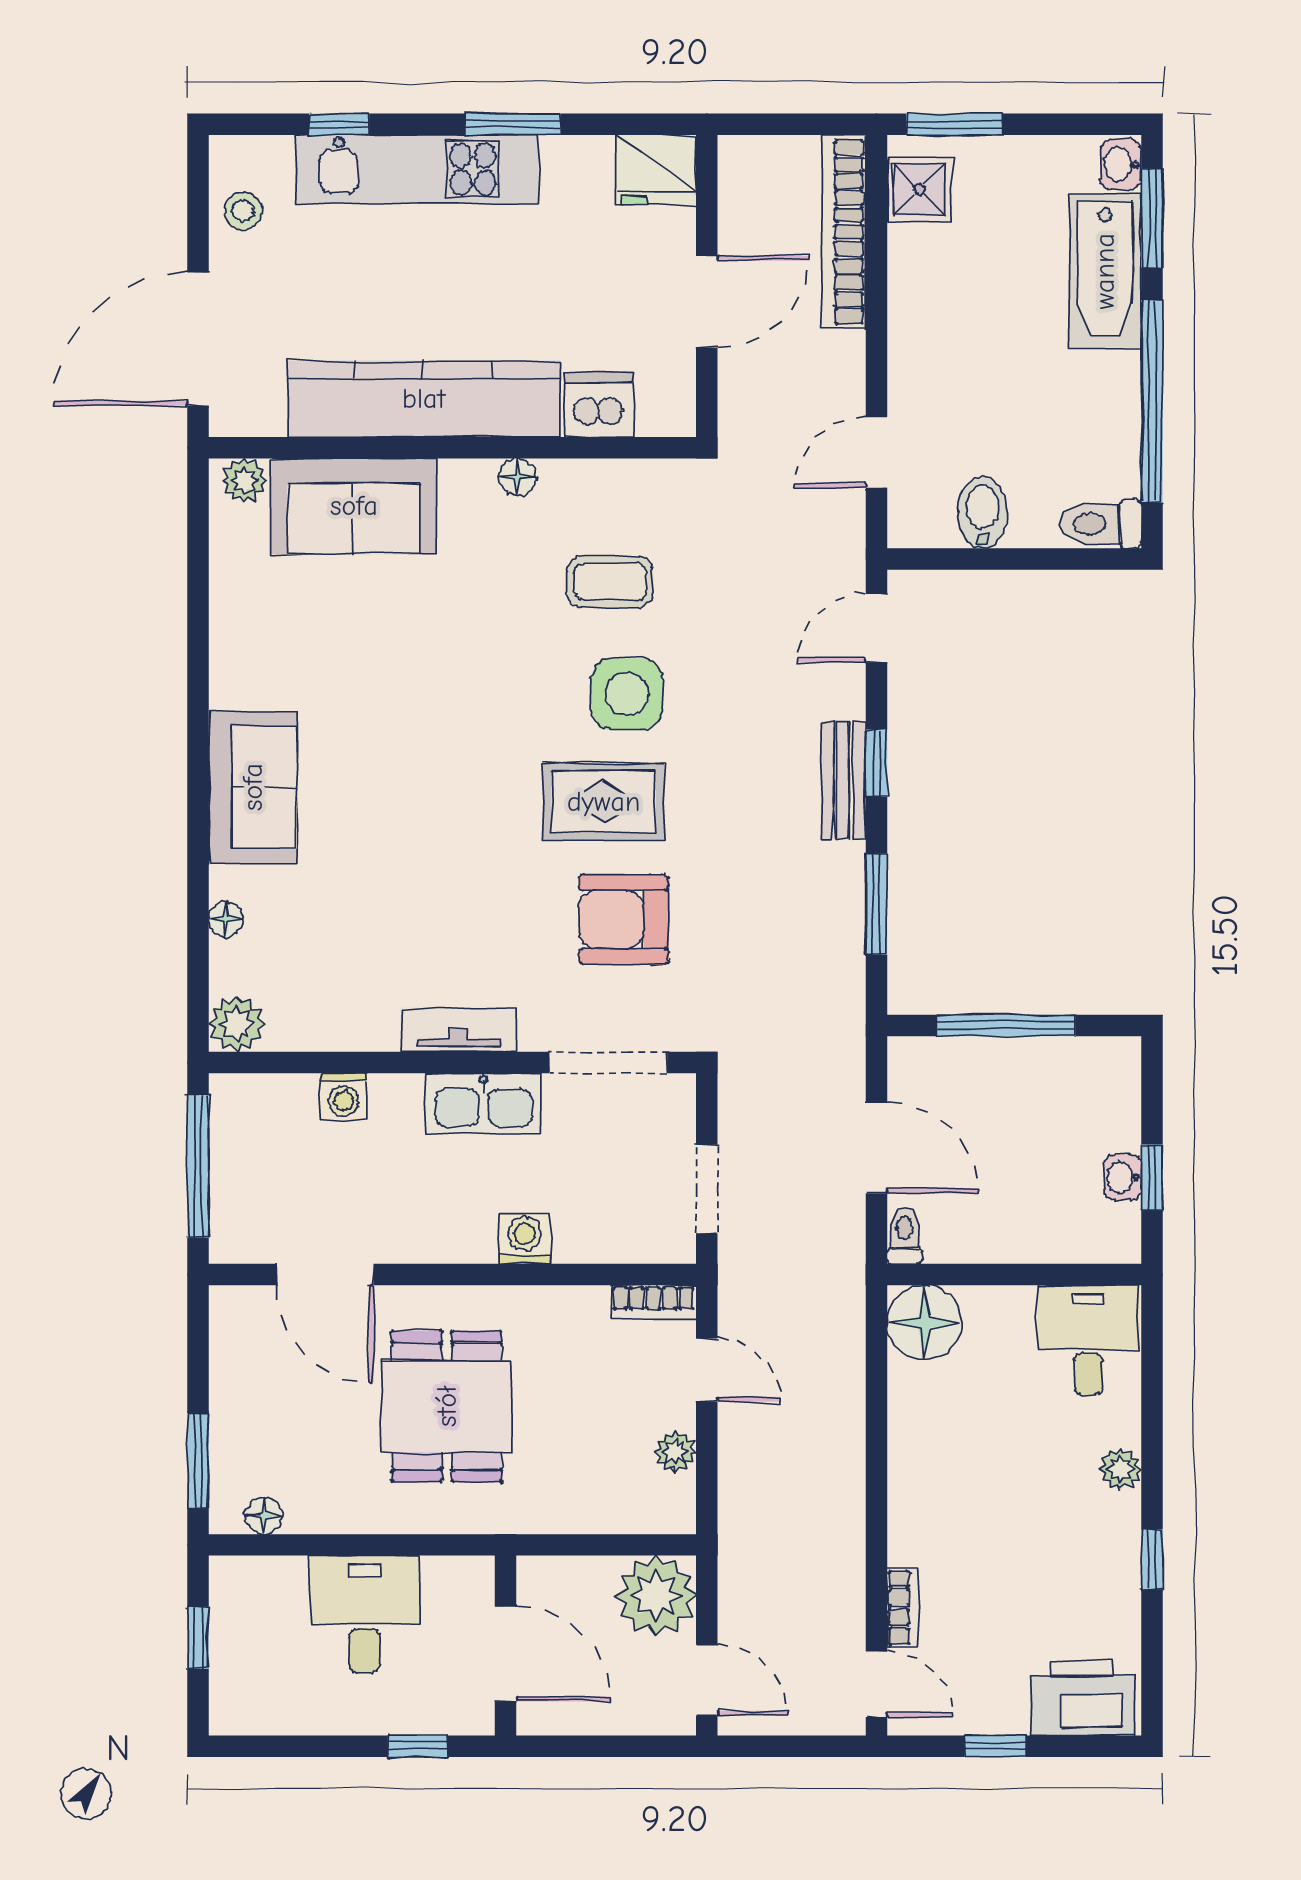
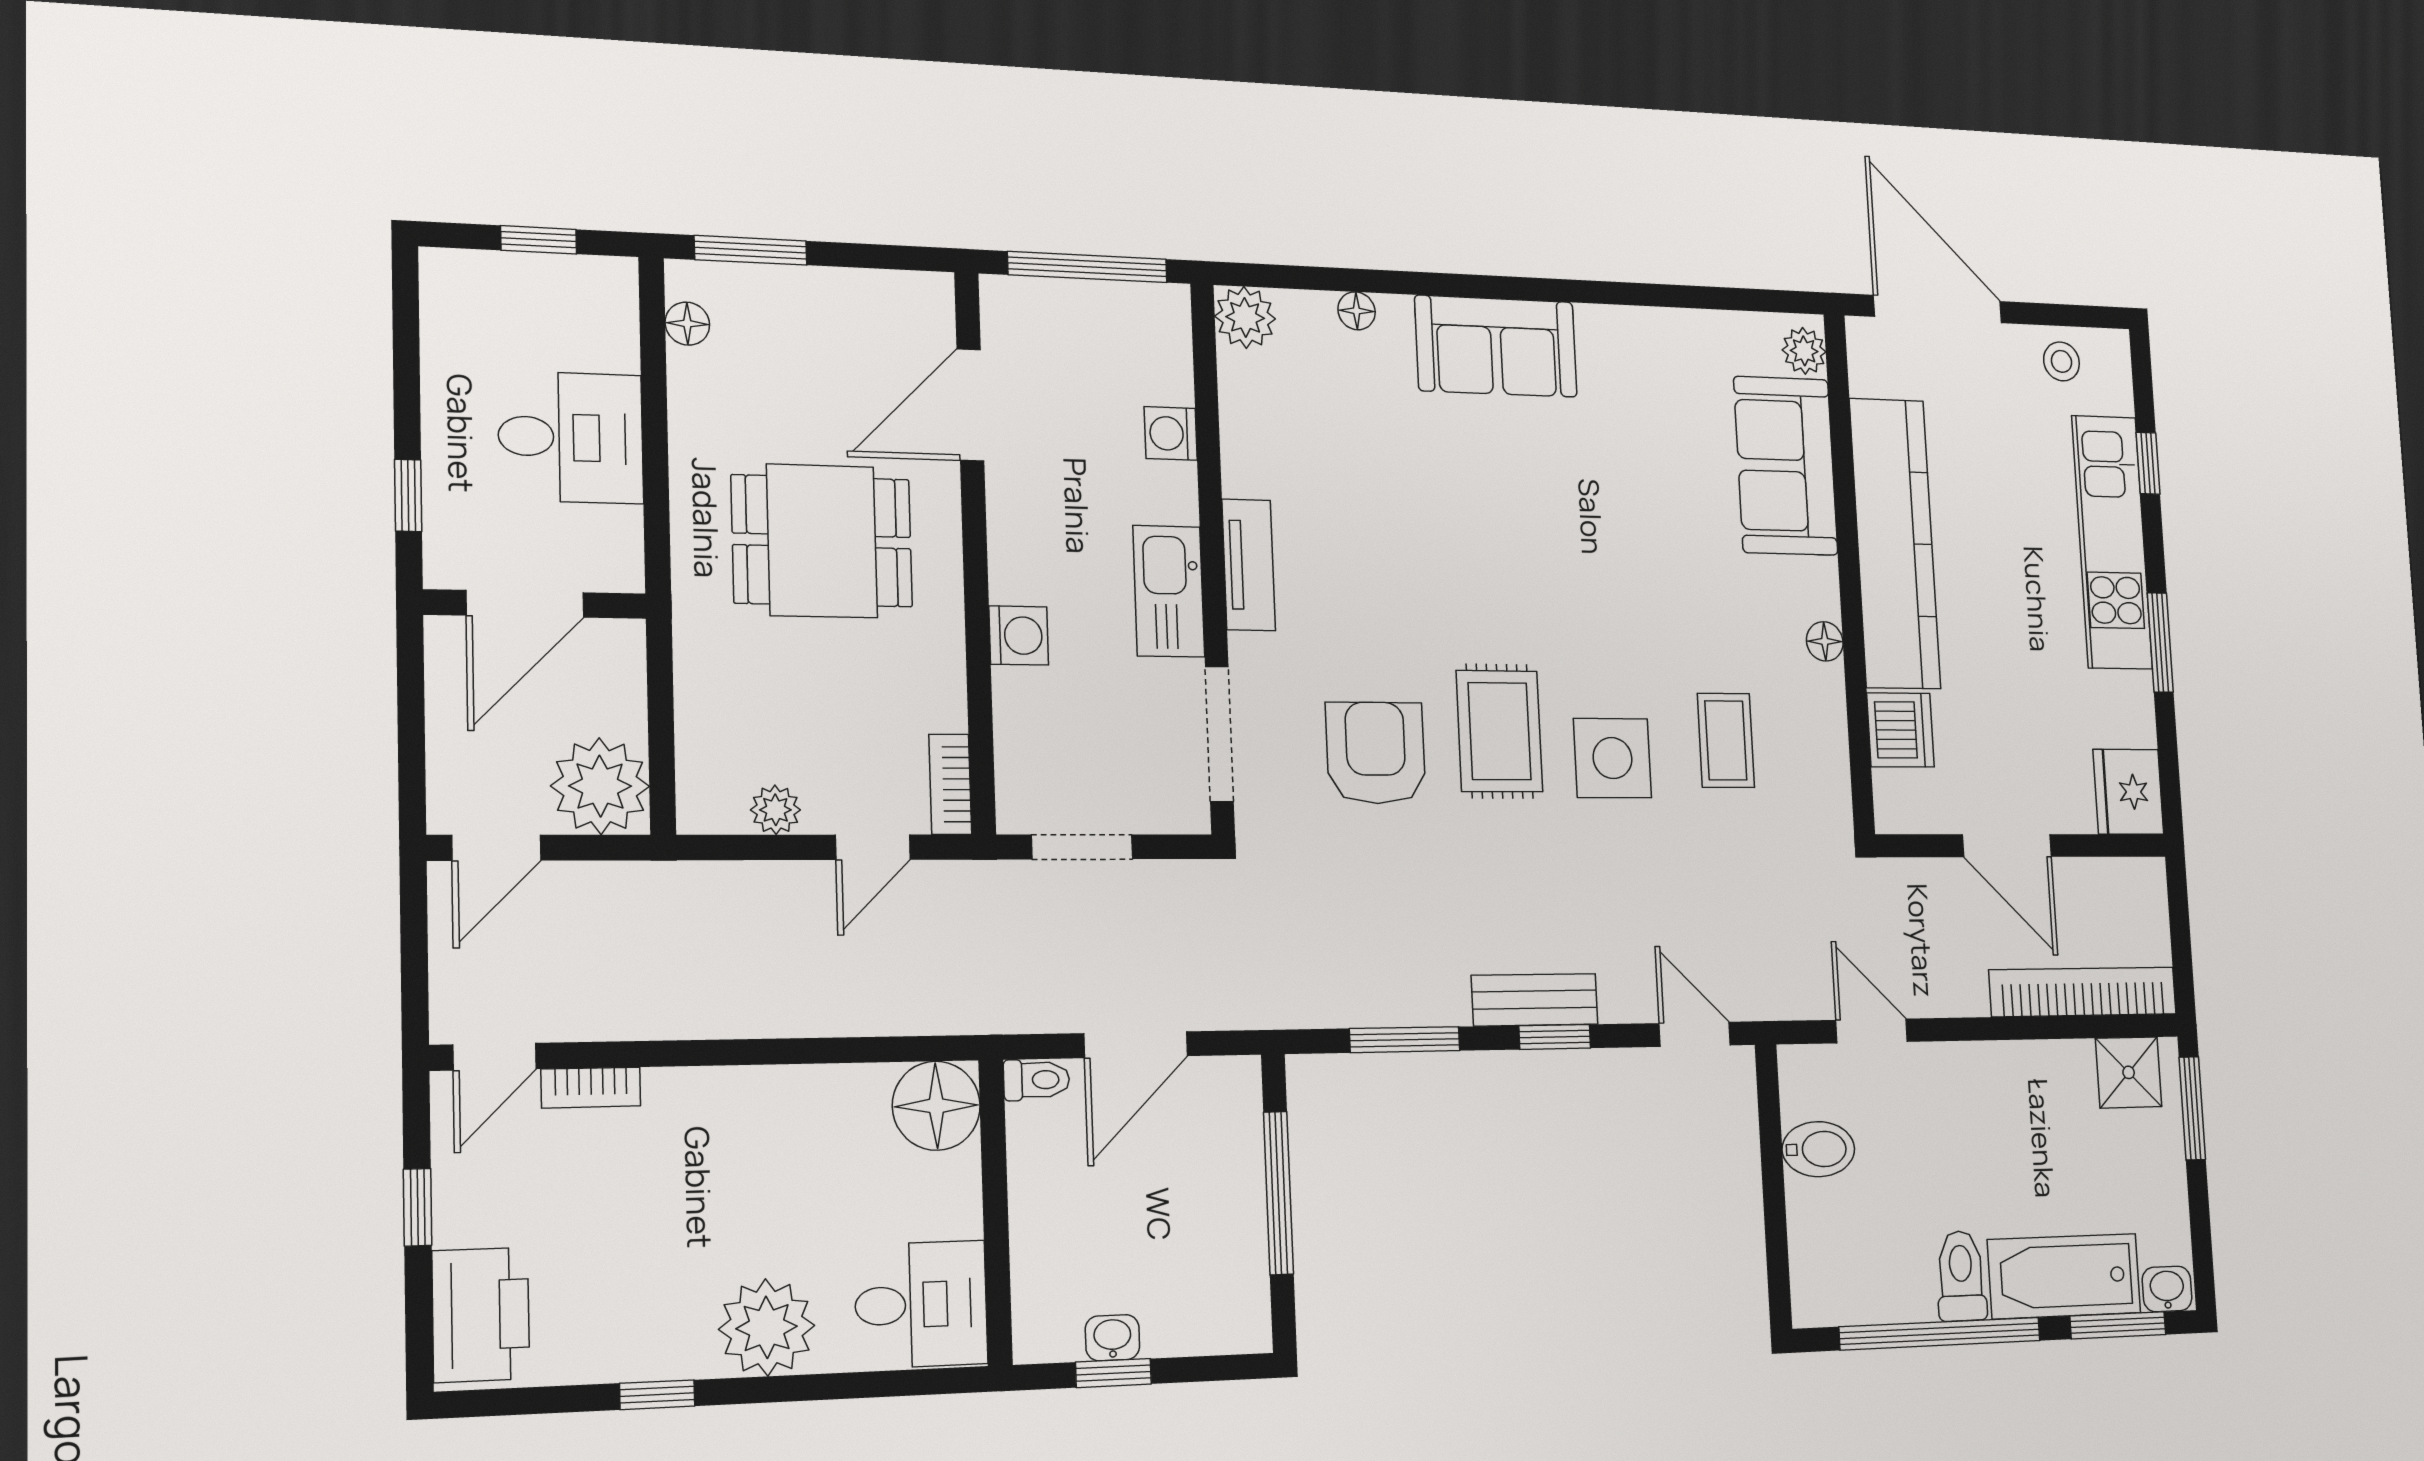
toilet: (1101, 524) -> (1961, 1276), moved
plant: (1120, 1469) -> (767, 1327), width x1.88, depth x1.88

